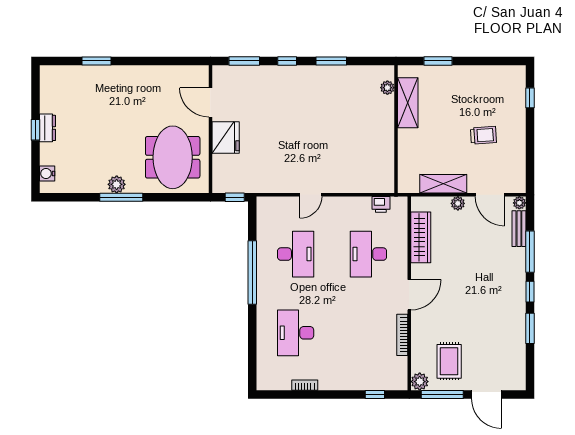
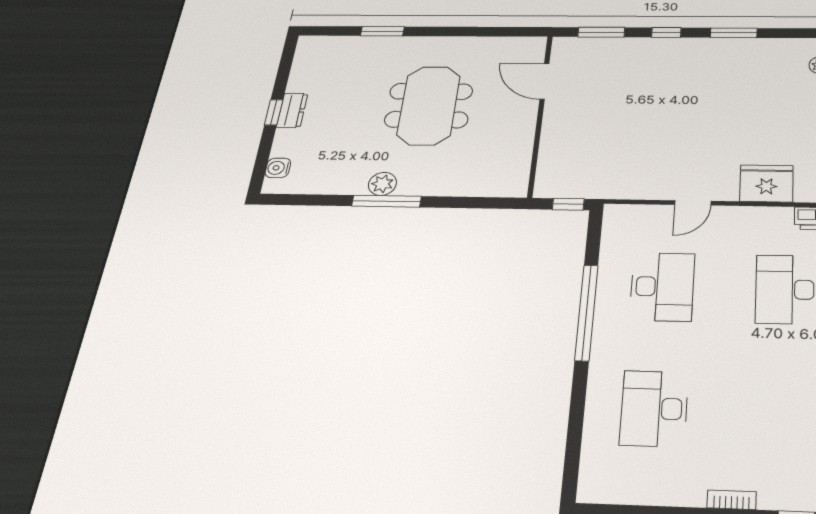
fridge: (226, 137) -> (766, 183), moved, turned -90
meeting table: (173, 157) -> (429, 105), moved
bookcase: (305, 385) -> (732, 500), moved

